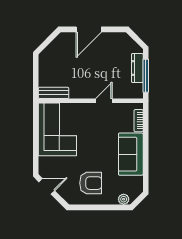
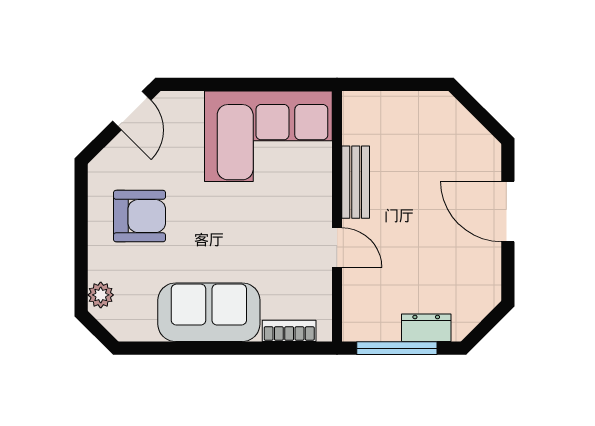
dresser: (137, 68) -> (426, 328), width x0.70
bench: (54, 93) -> (356, 182), moved
armchair: (91, 183) -> (139, 216), turned -90

